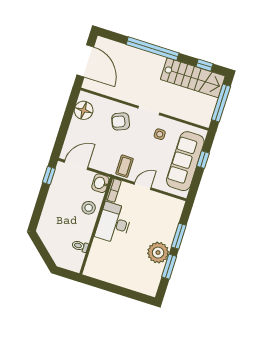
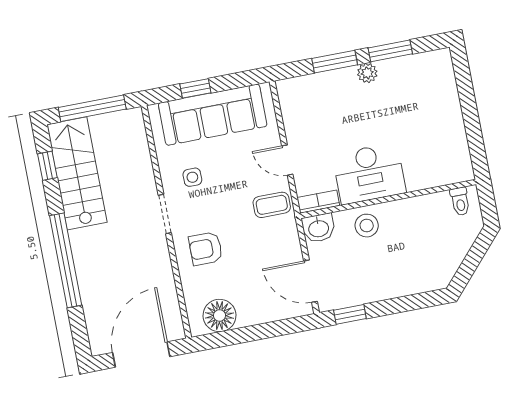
armchair: (121, 121) -> (206, 249), turned 113
toilet: (80, 246) -> (460, 201), moved
plant: (158, 253) -> (367, 73), width x0.53, depth x0.53

